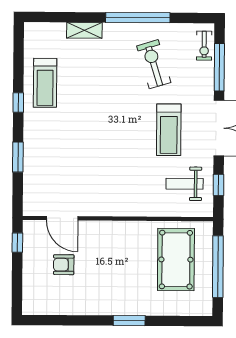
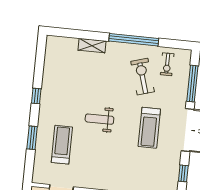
exercise bike: (204, 46) -> (167, 64), moved
treadmill: (45, 83) -> (62, 145), moved, turned 180
weight bench: (185, 184) -> (99, 119), moved

